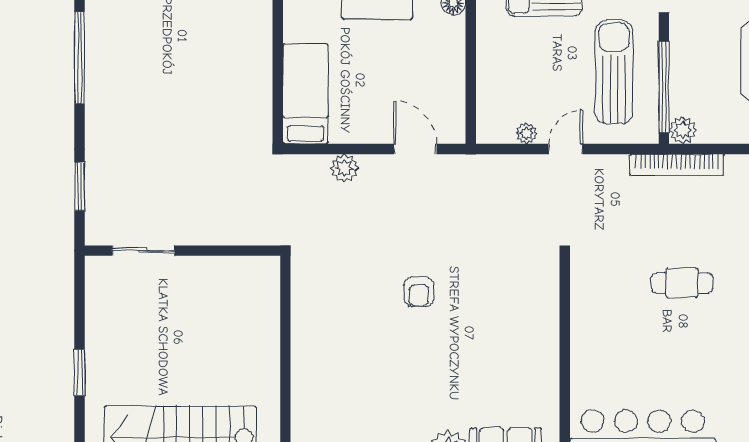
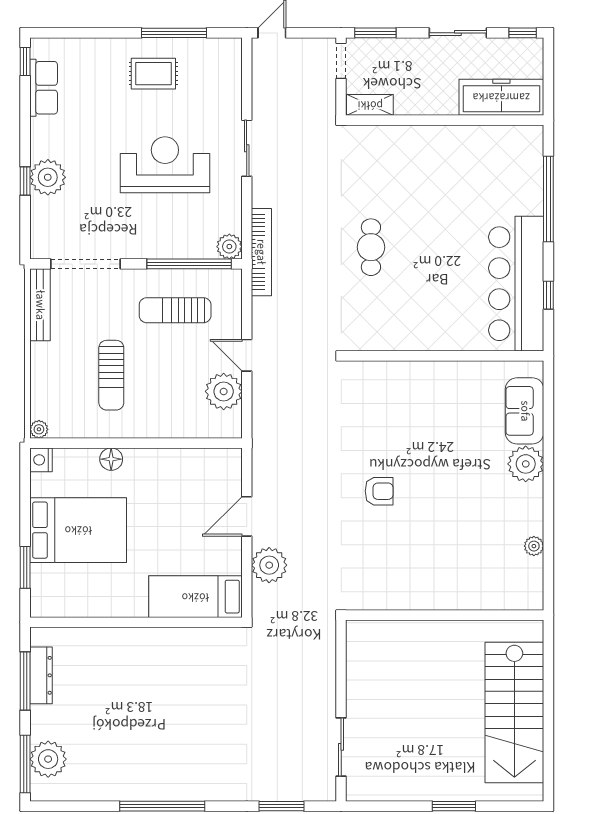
sun lounger: (614, 72) -> (175, 310), width x0.73, depth x0.75
plant: (526, 133) -> (224, 391), width x1.87, depth x1.87
door: (415, 149) -> (247, 516), moved
plant: (344, 168) -> (269, 565), width x1.36, depth x1.36

